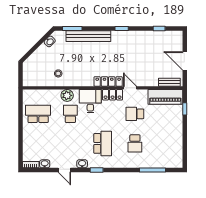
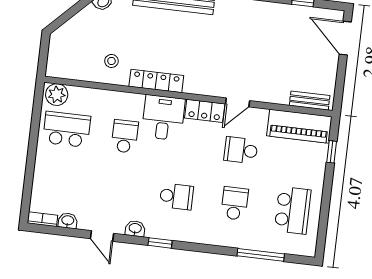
door: (185, 61) -> (345, 38), moved
locker: (108, 81) -> (156, 81), moved
door: (130, 88) -> (238, 102), swing flipped
plant: (67, 95) -> (57, 95), moved
school desk: (103, 143) -> (176, 196), width x0.54
school desk: (135, 143) -> (235, 203), turned 180
school desk: (167, 143) -> (293, 210), added

